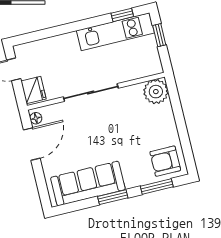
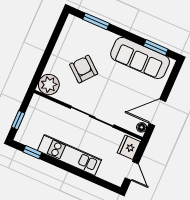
kitchen unit: (115, 32) -> (70, 155), moved
armchair: (165, 161) -> (84, 69), moved, turned -140
window: (113, 197) -> (156, 48), moved

